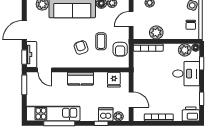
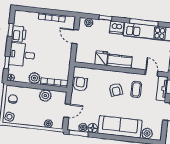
coffee table: (101, 41) -> (136, 89), moved
plant: (185, 50) -> (34, 78), moved
fridge: (114, 80) -> (101, 58), moved
dishwasher: (106, 114) -> (117, 28), moved
printer: (191, 114) -> (19, 34), moved, turned -90

